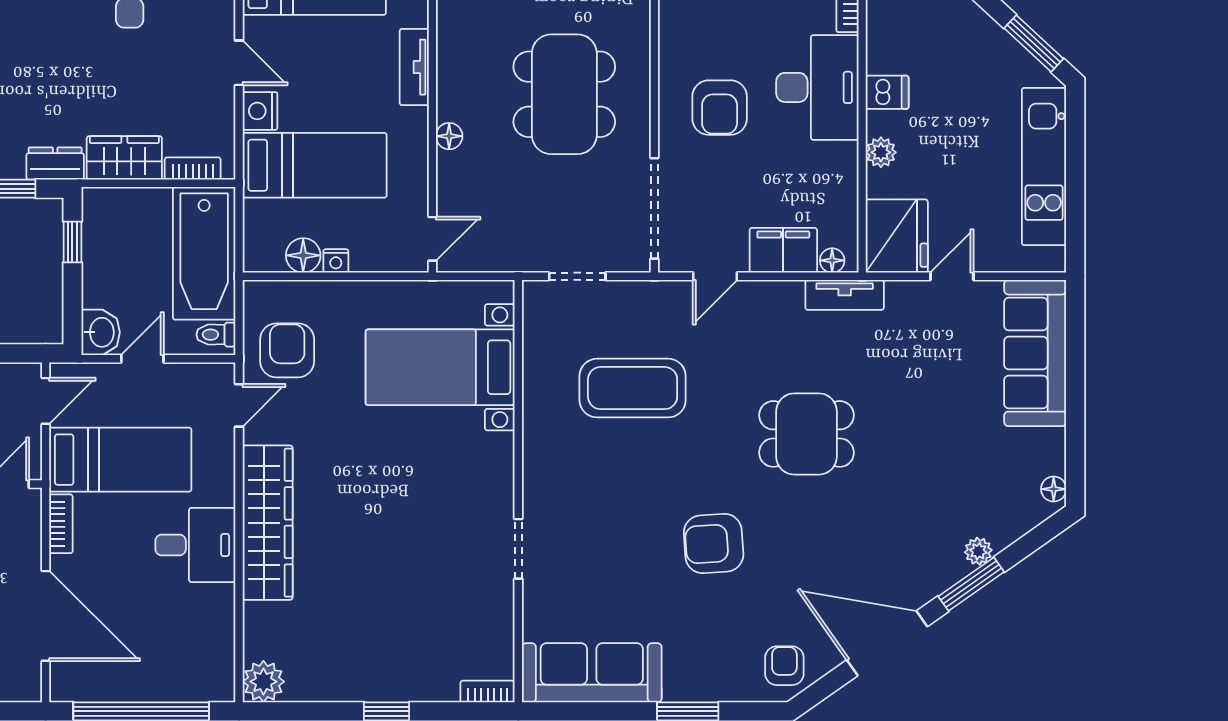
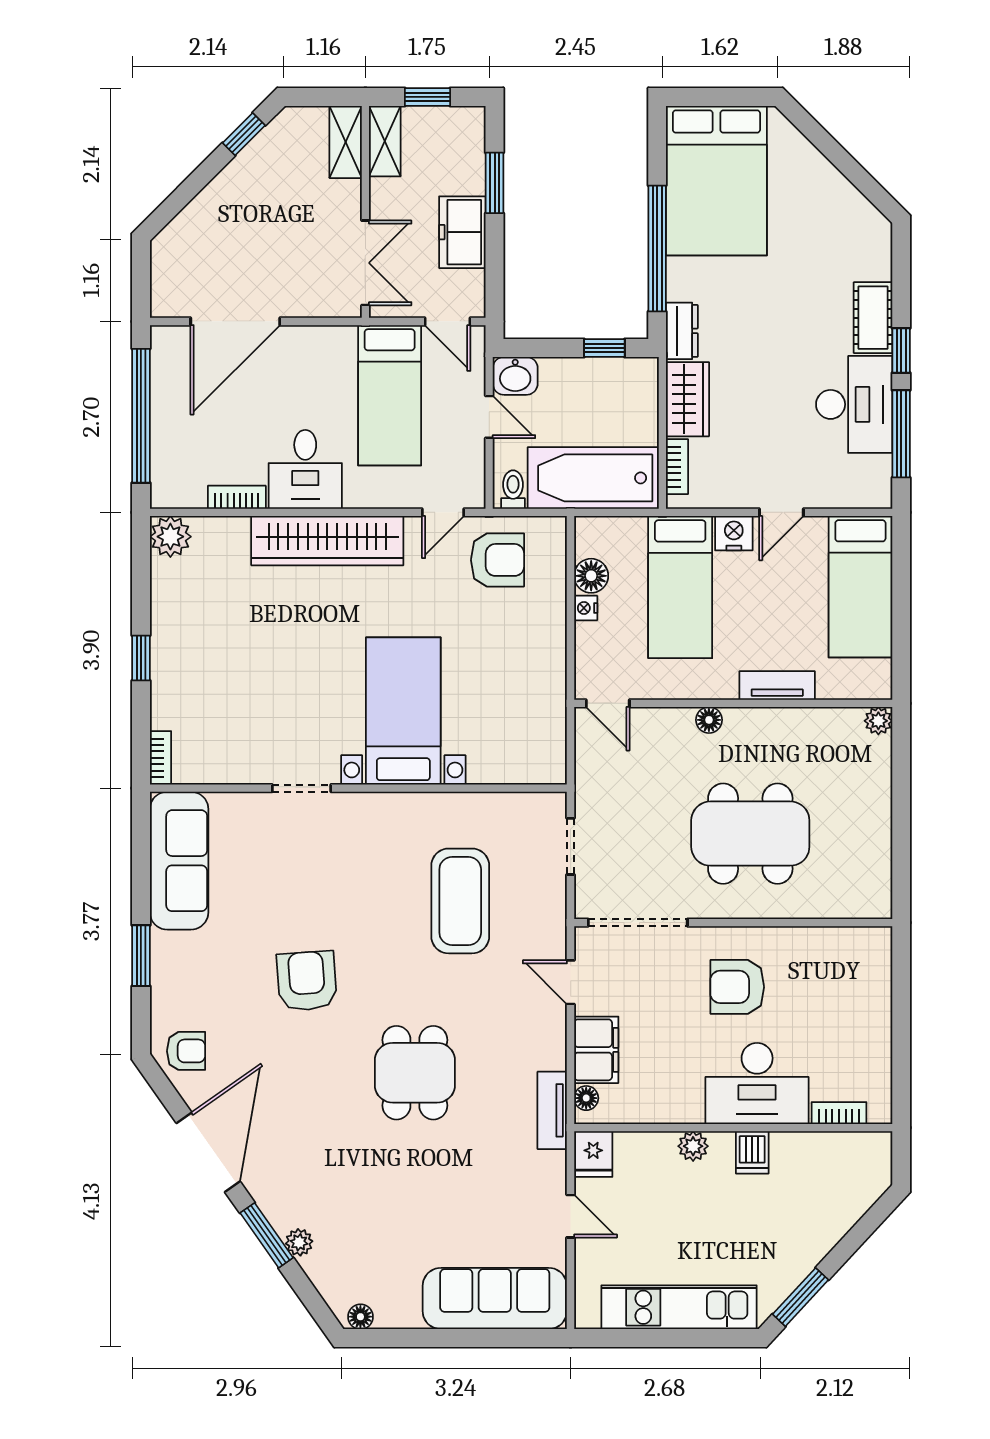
fridge: (897, 236) -> (593, 1154), width x0.53, depth x0.75
bed with nightstands: (440, 367) -> (403, 711), moved
door: (239, 405) -> (443, 512), hinge flipped
bookcase: (61, 524) -> (237, 497), moved, turned 180

